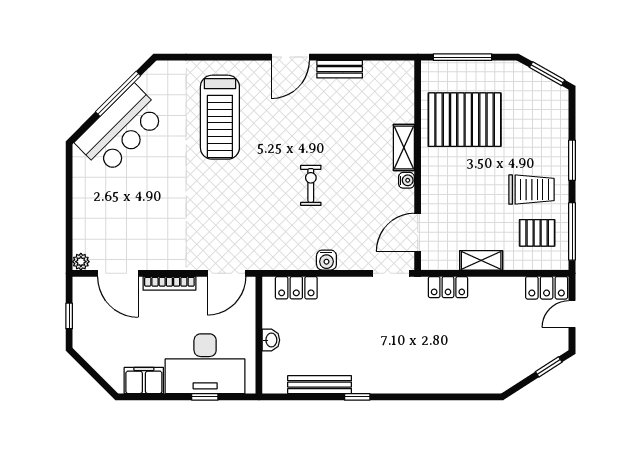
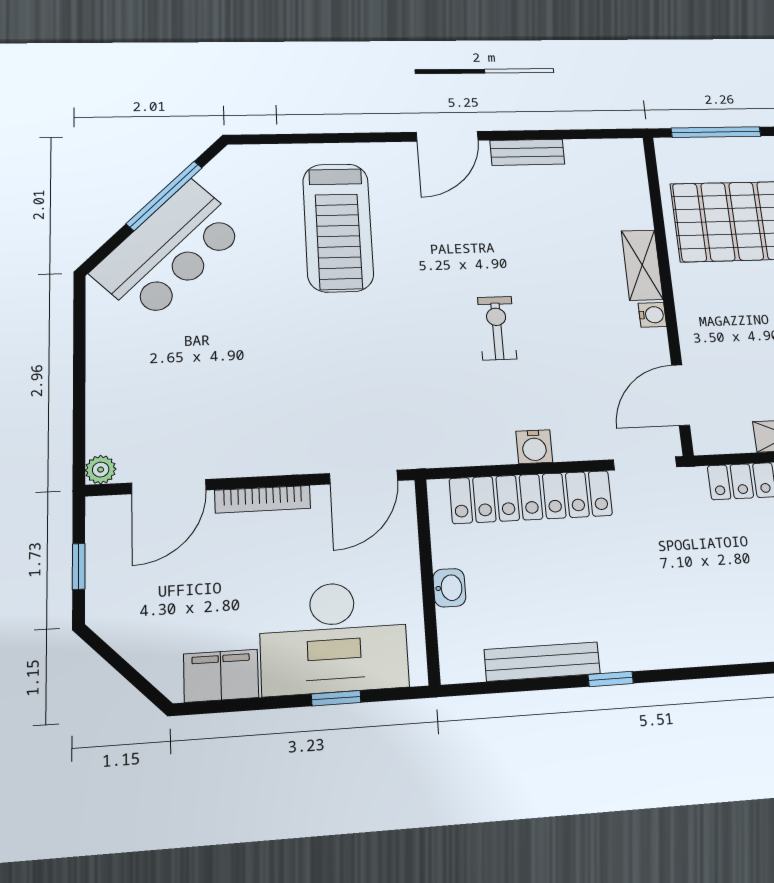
door: (118, 273) -> (169, 487), hinge flipped
locker: (296, 288) -> (531, 497), width x2.16, depth x1.21

